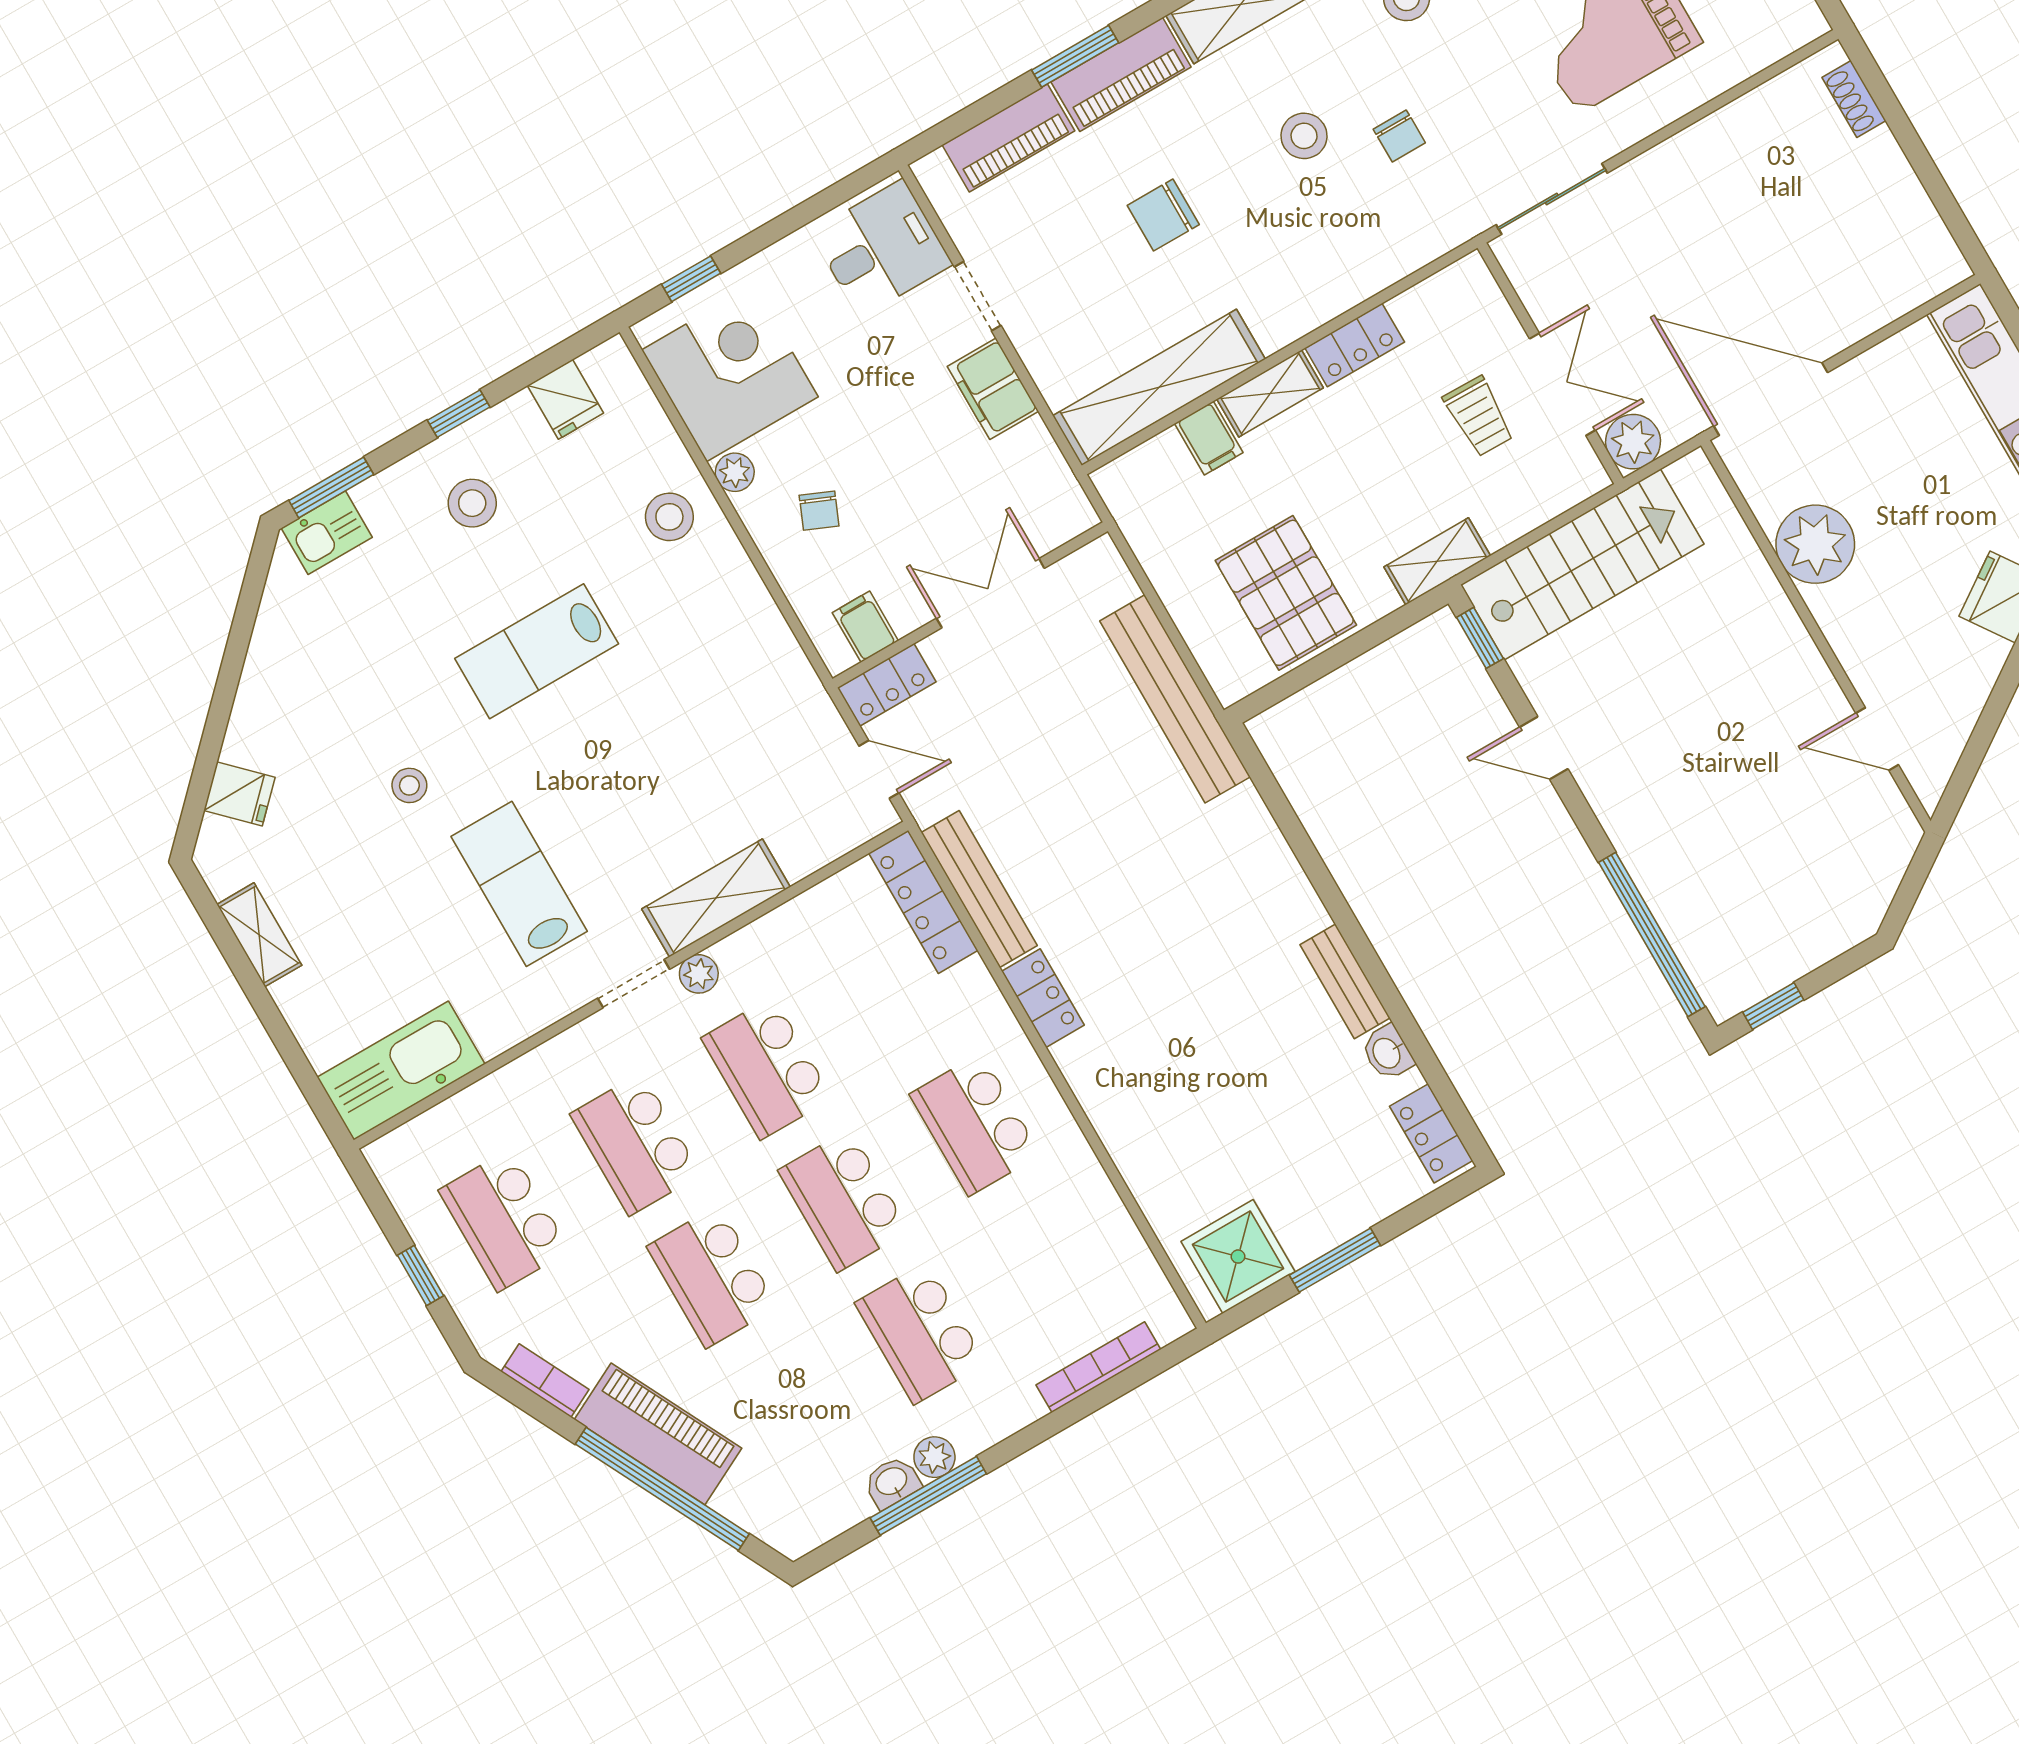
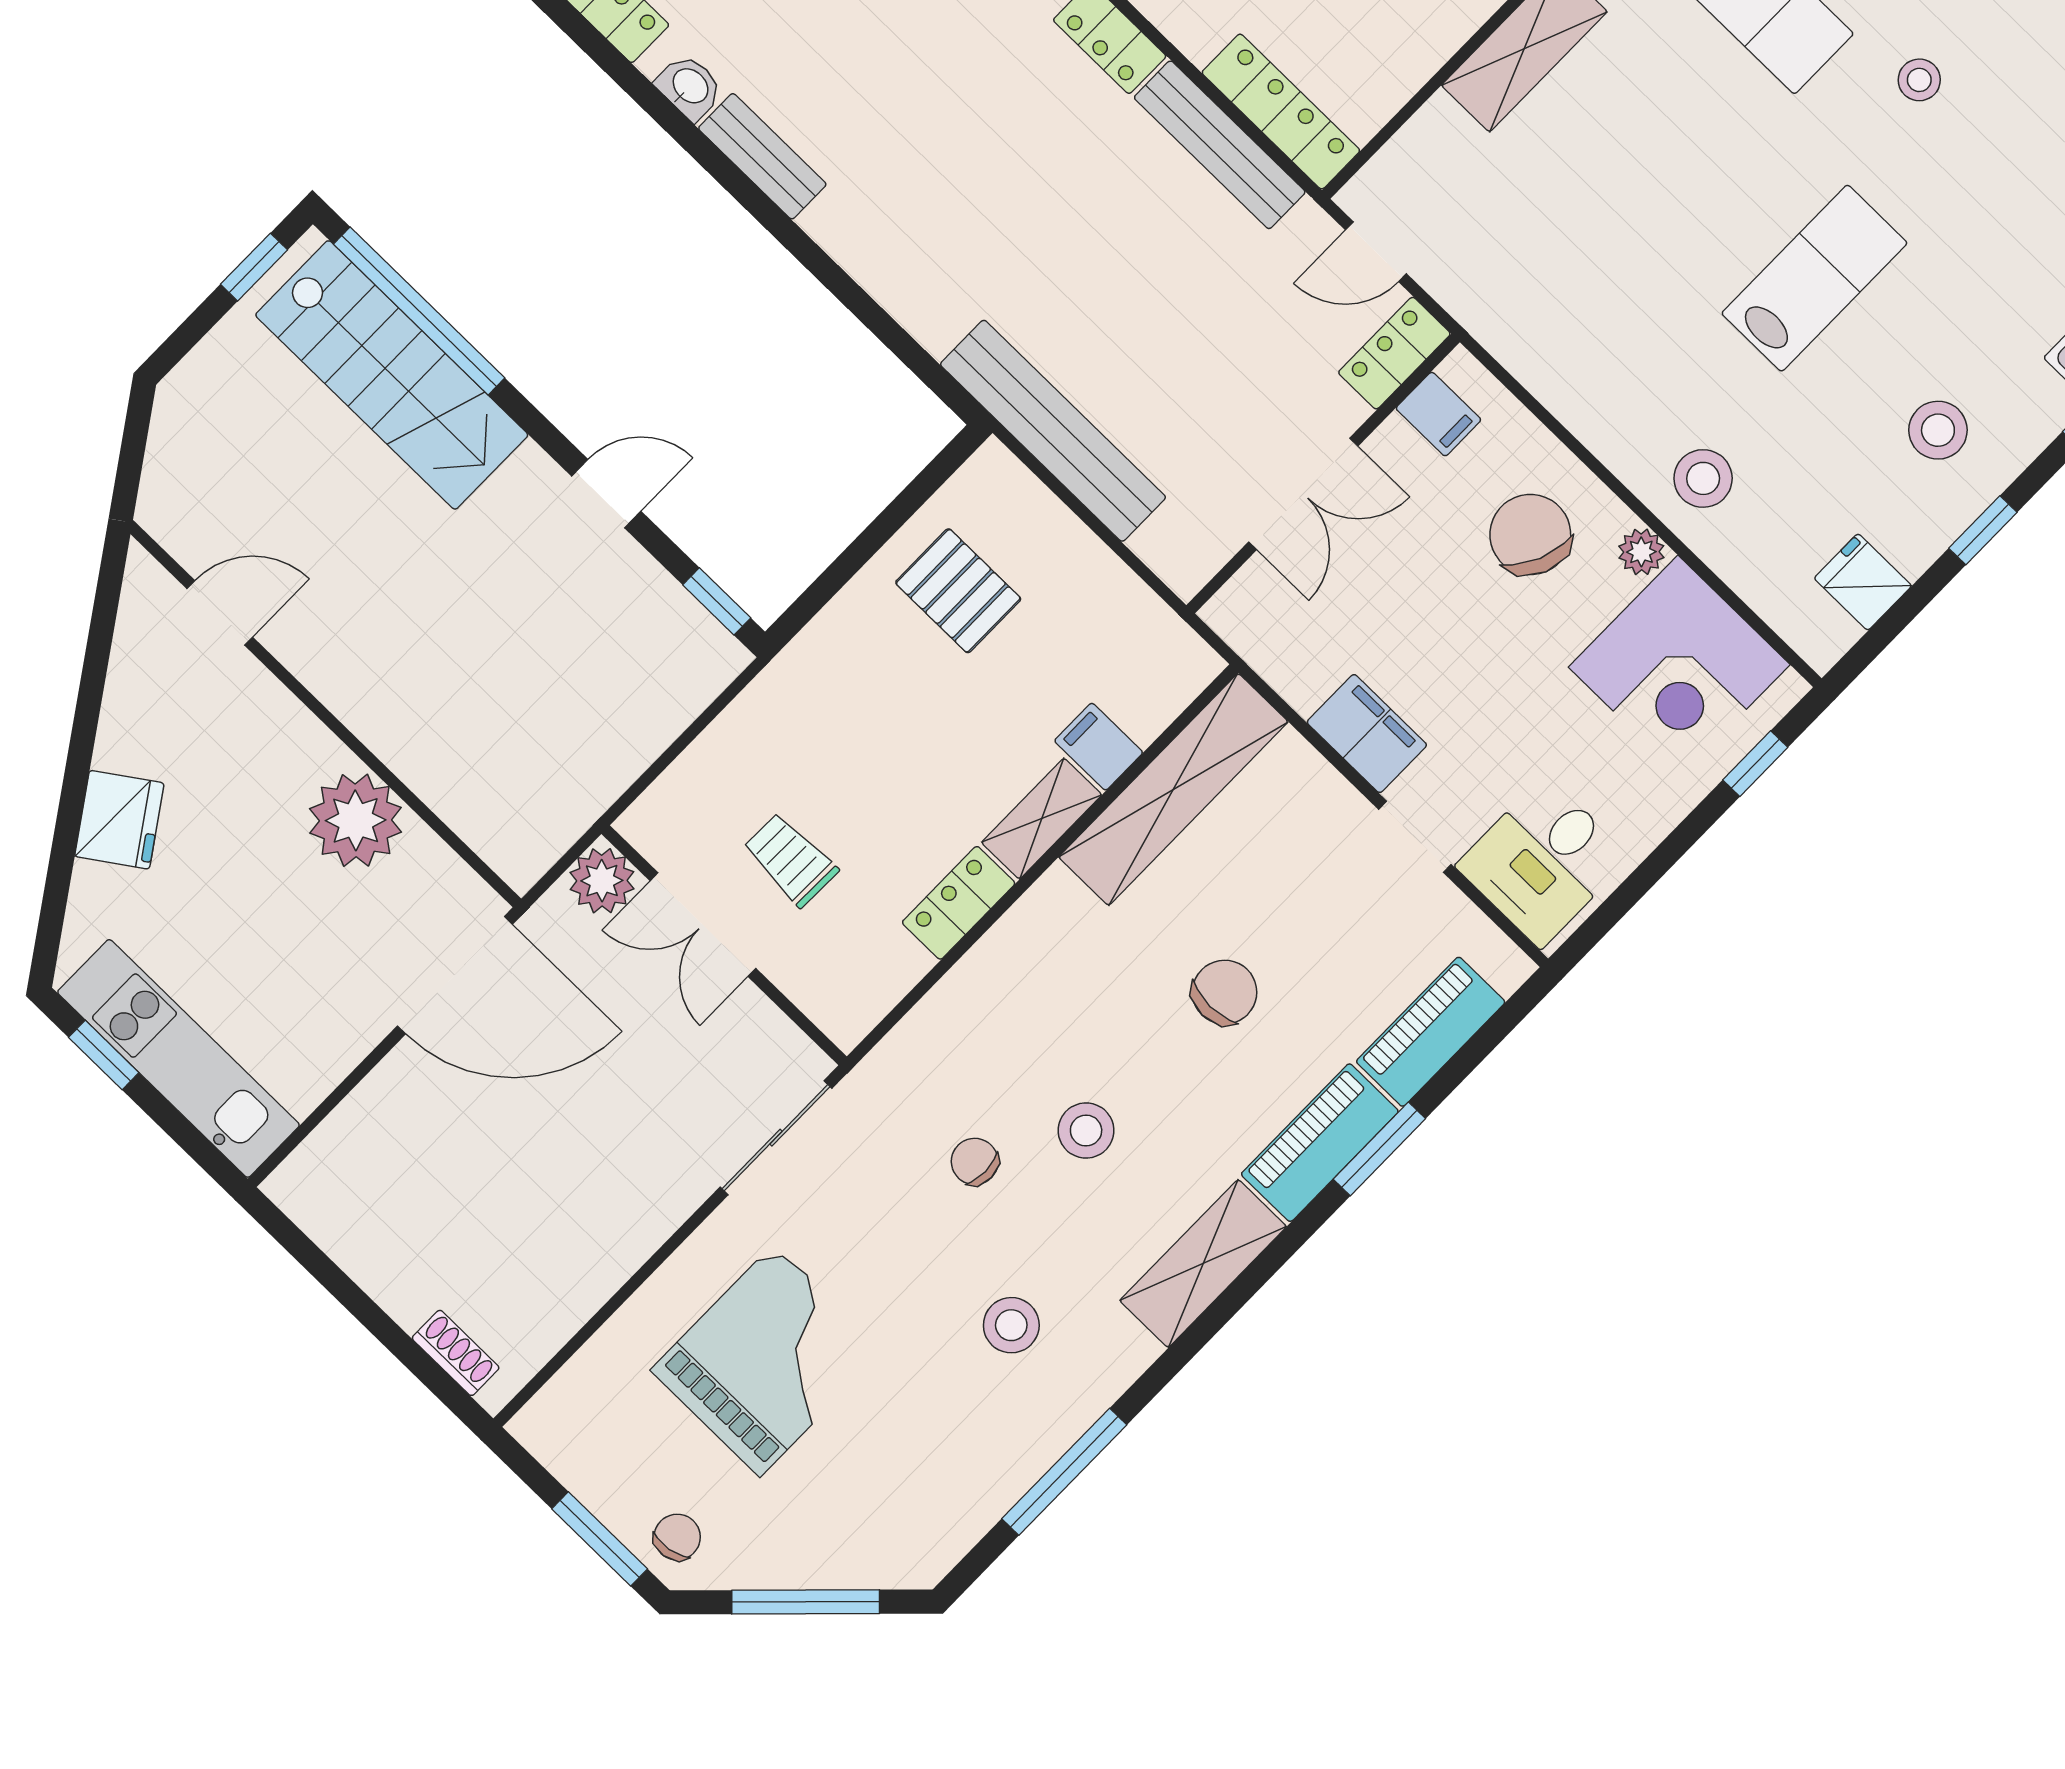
chair: (819, 511) -> (1530, 535), width x1.87, depth x1.87
shelving: (1437, 561) -> (792, 677), removed
stairs: (1582, 564) -> (392, 375), moved, turned -90
pallet: (1286, 593) -> (958, 591), width x0.67, depth x0.71

